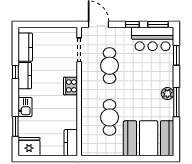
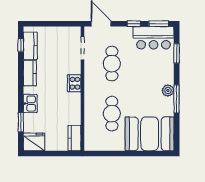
window: (15, 72) -> (21, 45), moved

